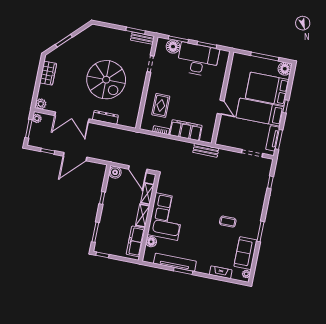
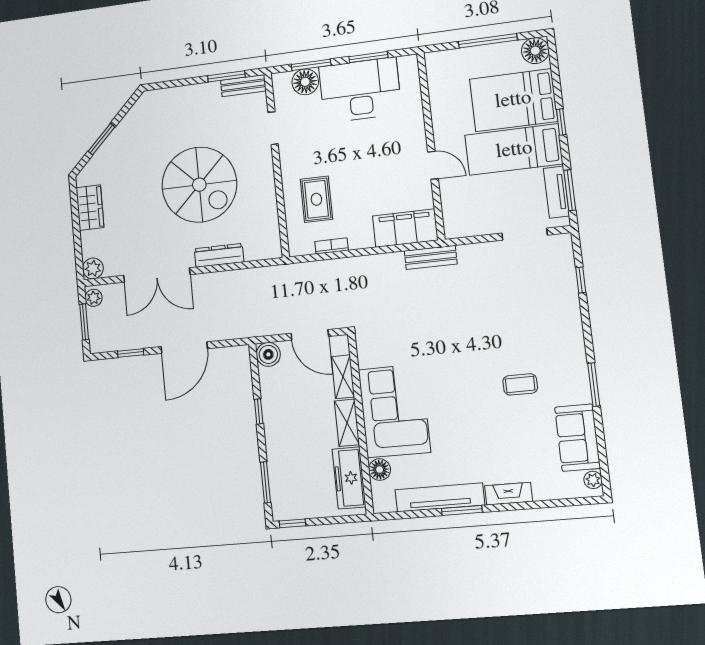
filing cabinet: (186, 130) -> (405, 228), moved
fireplace: (221, 272) -> (508, 494), moved

